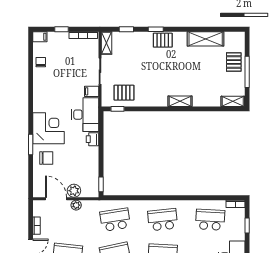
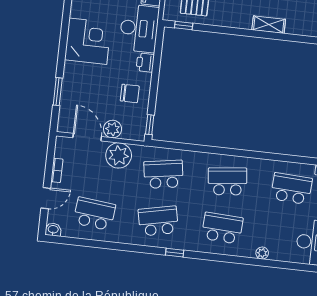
window: (31, 144) -> (58, 92), moved
chair: (46, 158) -> (130, 93), moved
plant: (76, 205) -> (119, 155), width x1.88, depth x1.88

